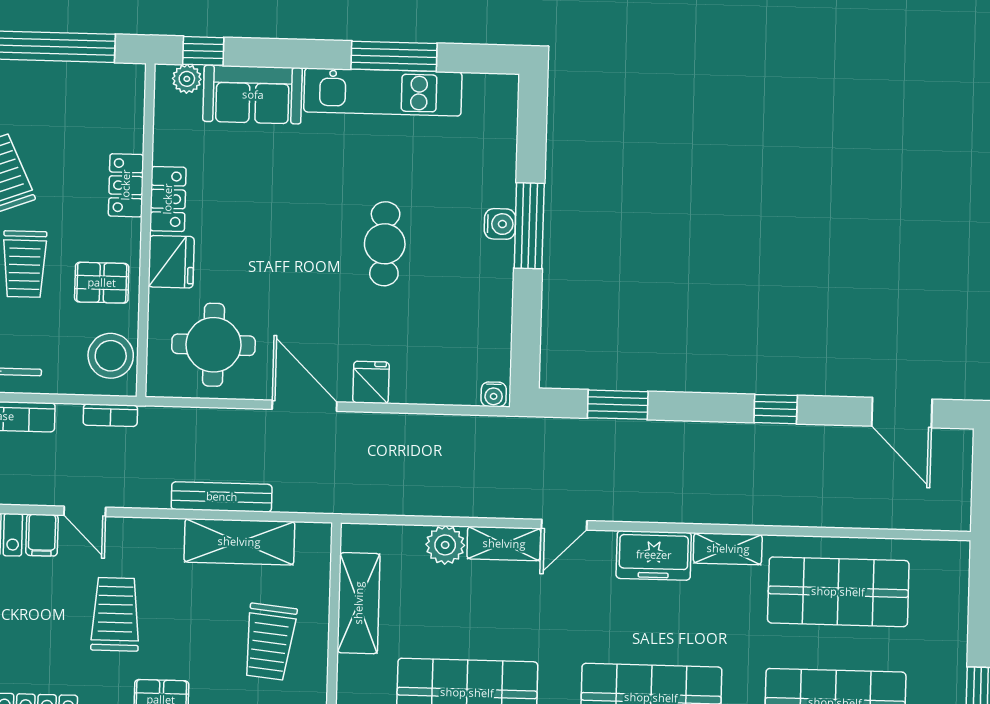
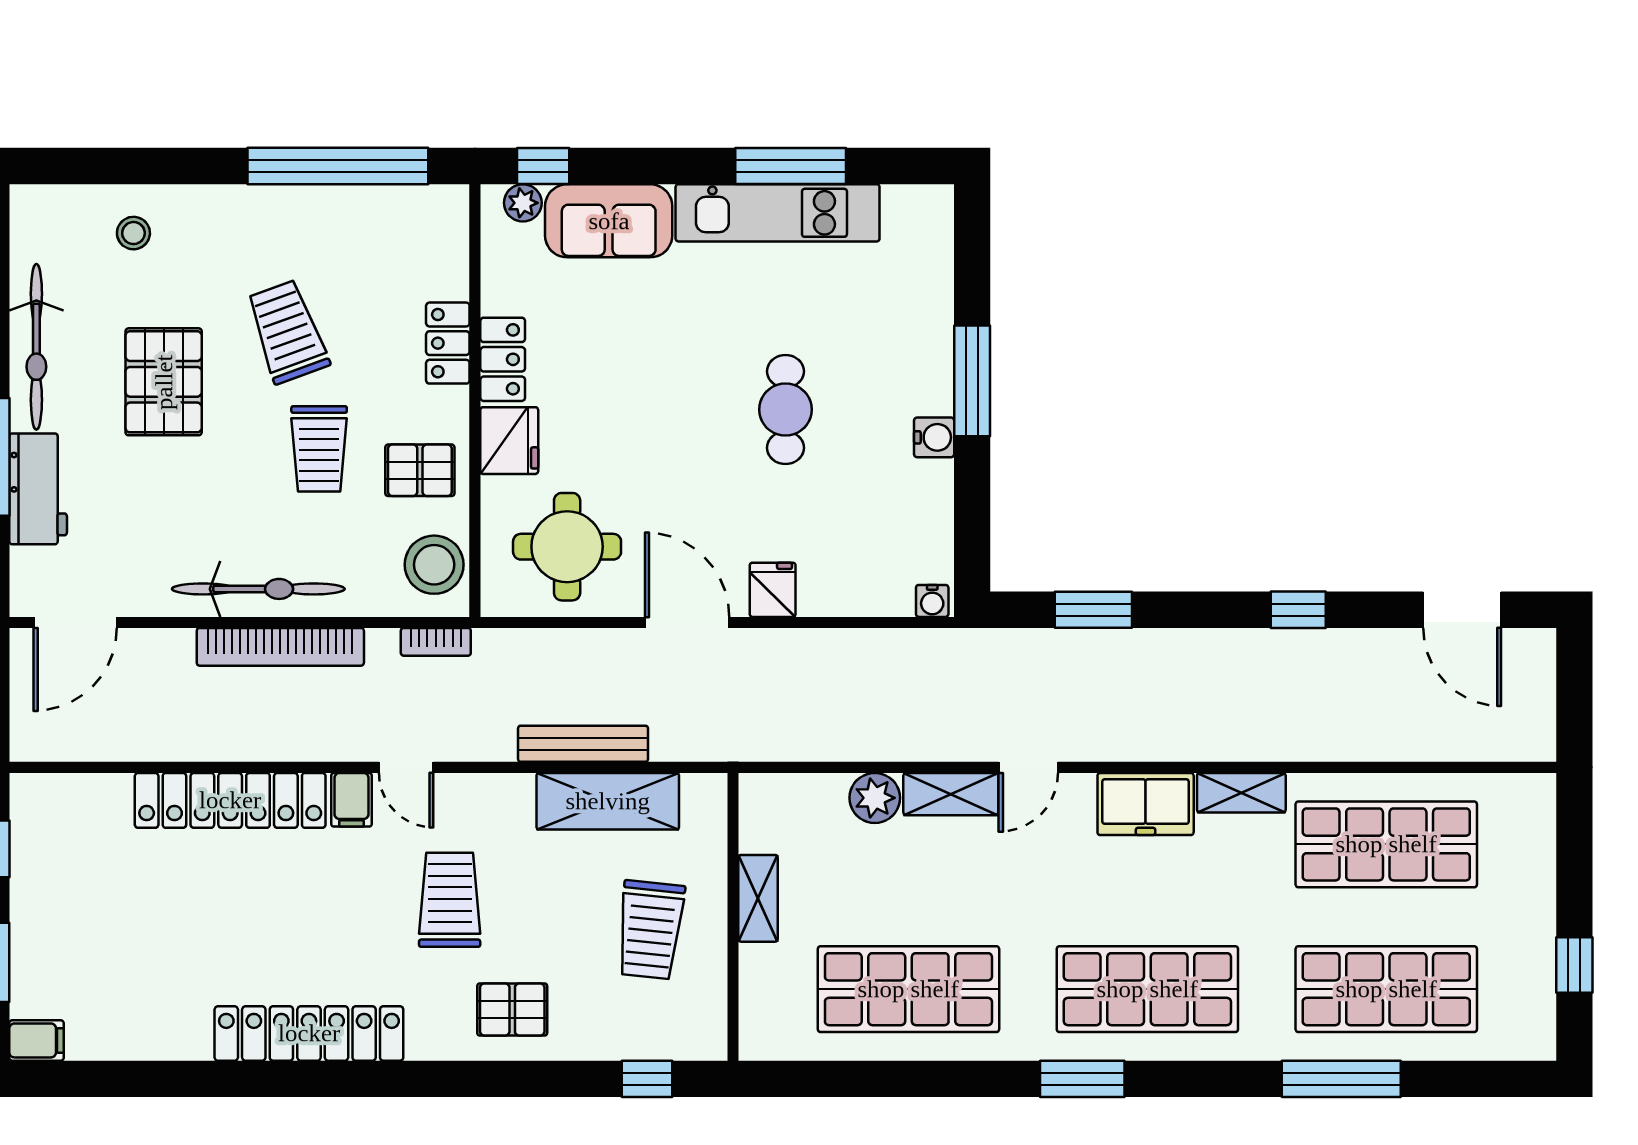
water cooler: (500, 224) -> (934, 437), moved
shelving: (359, 603) -> (758, 898), width x0.67, depth x0.75

